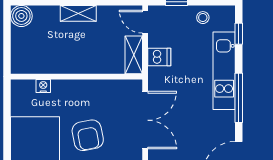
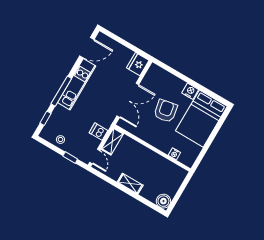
kitchen unit: (224, 71) -> (77, 84), moved
window: (239, 98) -> (61, 91), moved
double door: (145, 120) -> (128, 100), swing flipped

